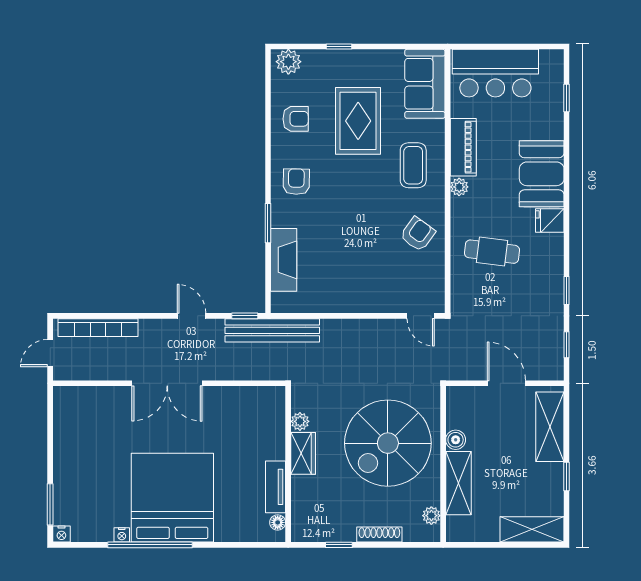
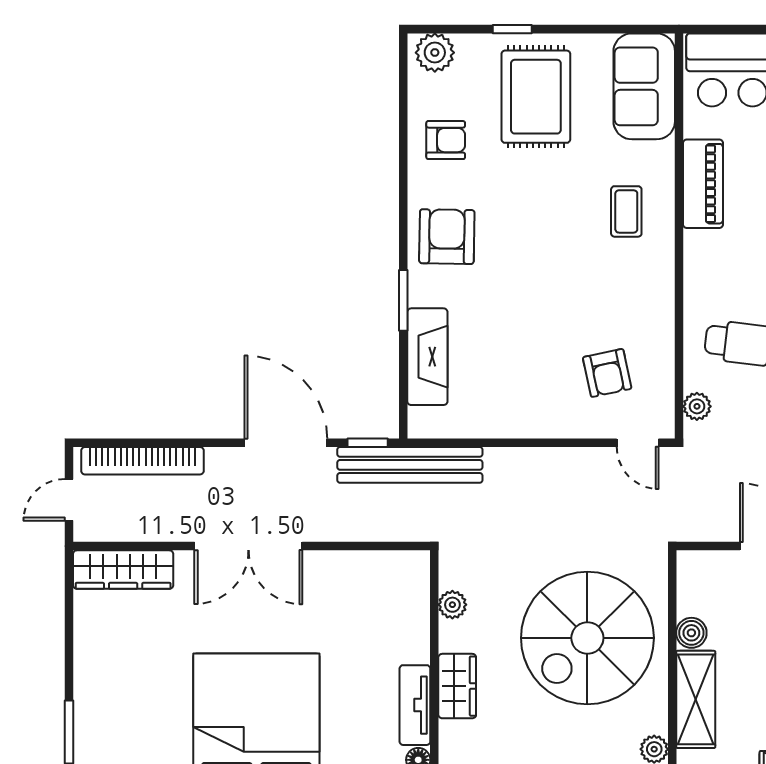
rug: (358, 121) -> (536, 97), moved
coffee table: (413, 165) -> (626, 211), width x0.73, depth x0.77
armchair: (296, 182) -> (447, 237), width x1.38, depth x1.38
plant: (459, 187) -> (697, 406), moved
armchair: (418, 234) -> (607, 373), moved, turned 132
door: (191, 316) -> (286, 443), width x1.88
wardrobe: (85, 399) -> (123, 570), added
wardrobe: (303, 453) -> (457, 686), moved

